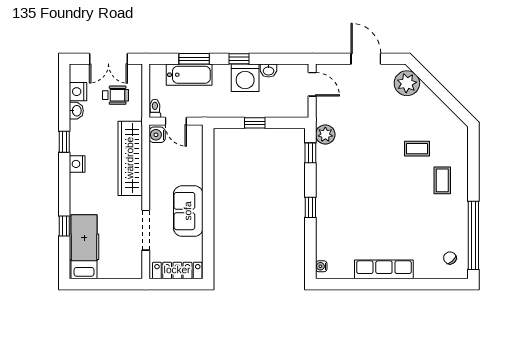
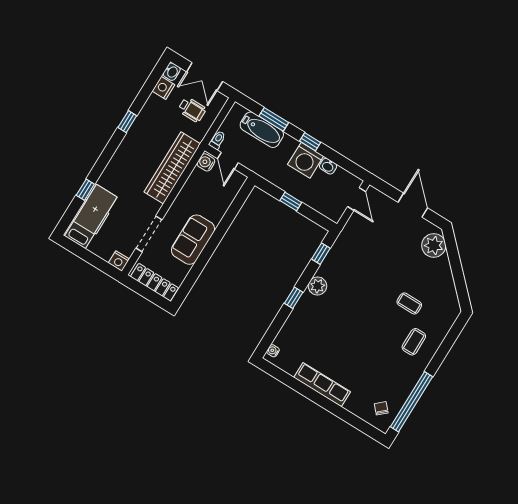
washbasin: (76, 111) -> (172, 72), moved
plant: (325, 135) -> (317, 286), moved
nightstand: (77, 164) -> (119, 261), moved, turned -90

